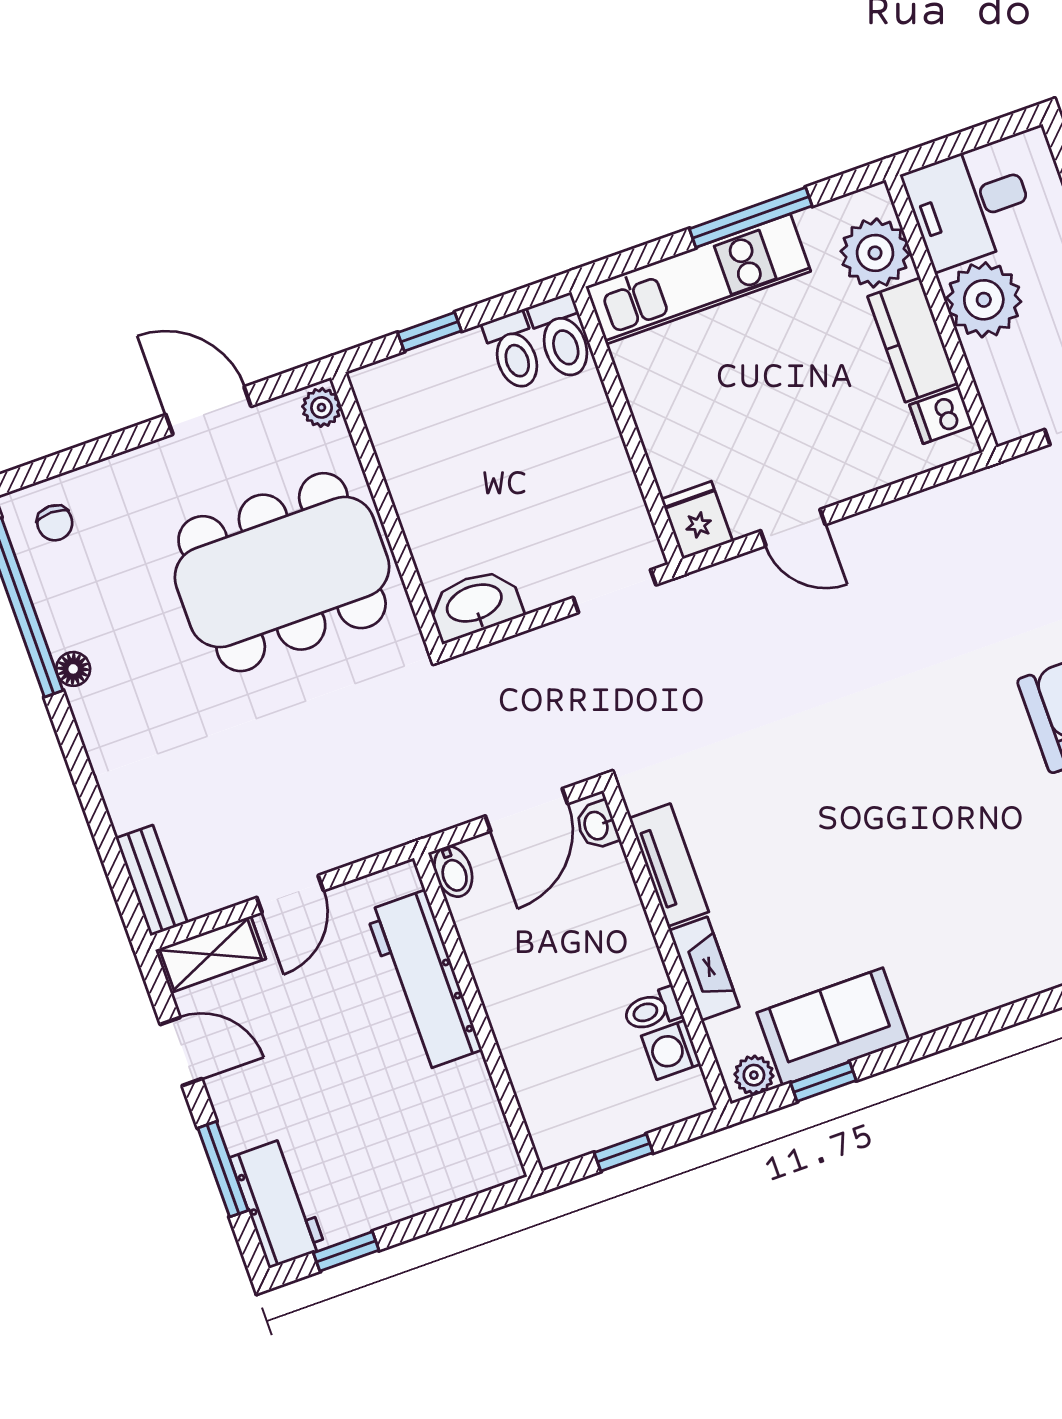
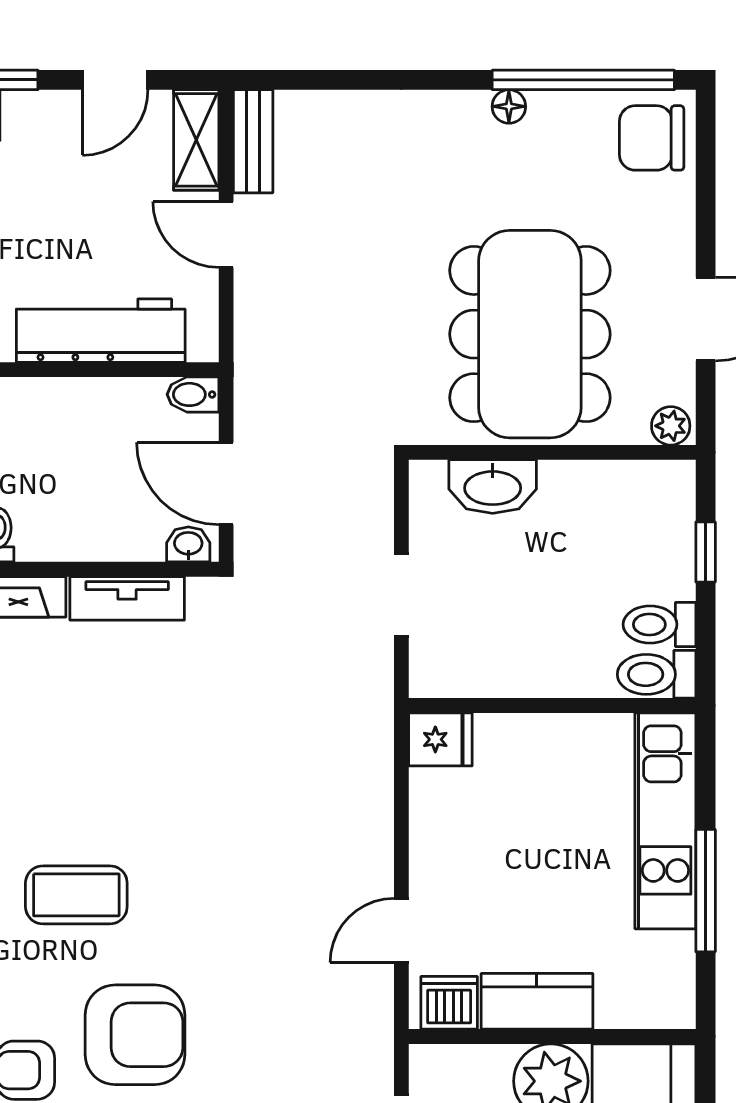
plant: (875, 253) -> (631, 995), removed
dishwasher: (941, 415) -> (449, 1003), width x1.38
chair: (55, 523) -> (652, 138), width x1.87, depth x1.87
door: (793, 528) -> (401, 930), moved
doorway: (615, 591) -> (401, 595), moved
washbasin: (475, 604) -> (493, 486), moved, turned 90
coffee table: (967, 813) -> (76, 895), added
bench: (152, 880) -> (253, 141), moved, turned 90

